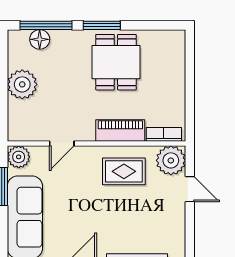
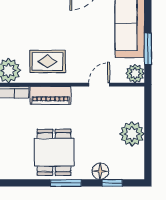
window: (46, 25) -> (112, 183), width x0.46
floor lamp: (40, 39) -> (100, 171), moved

